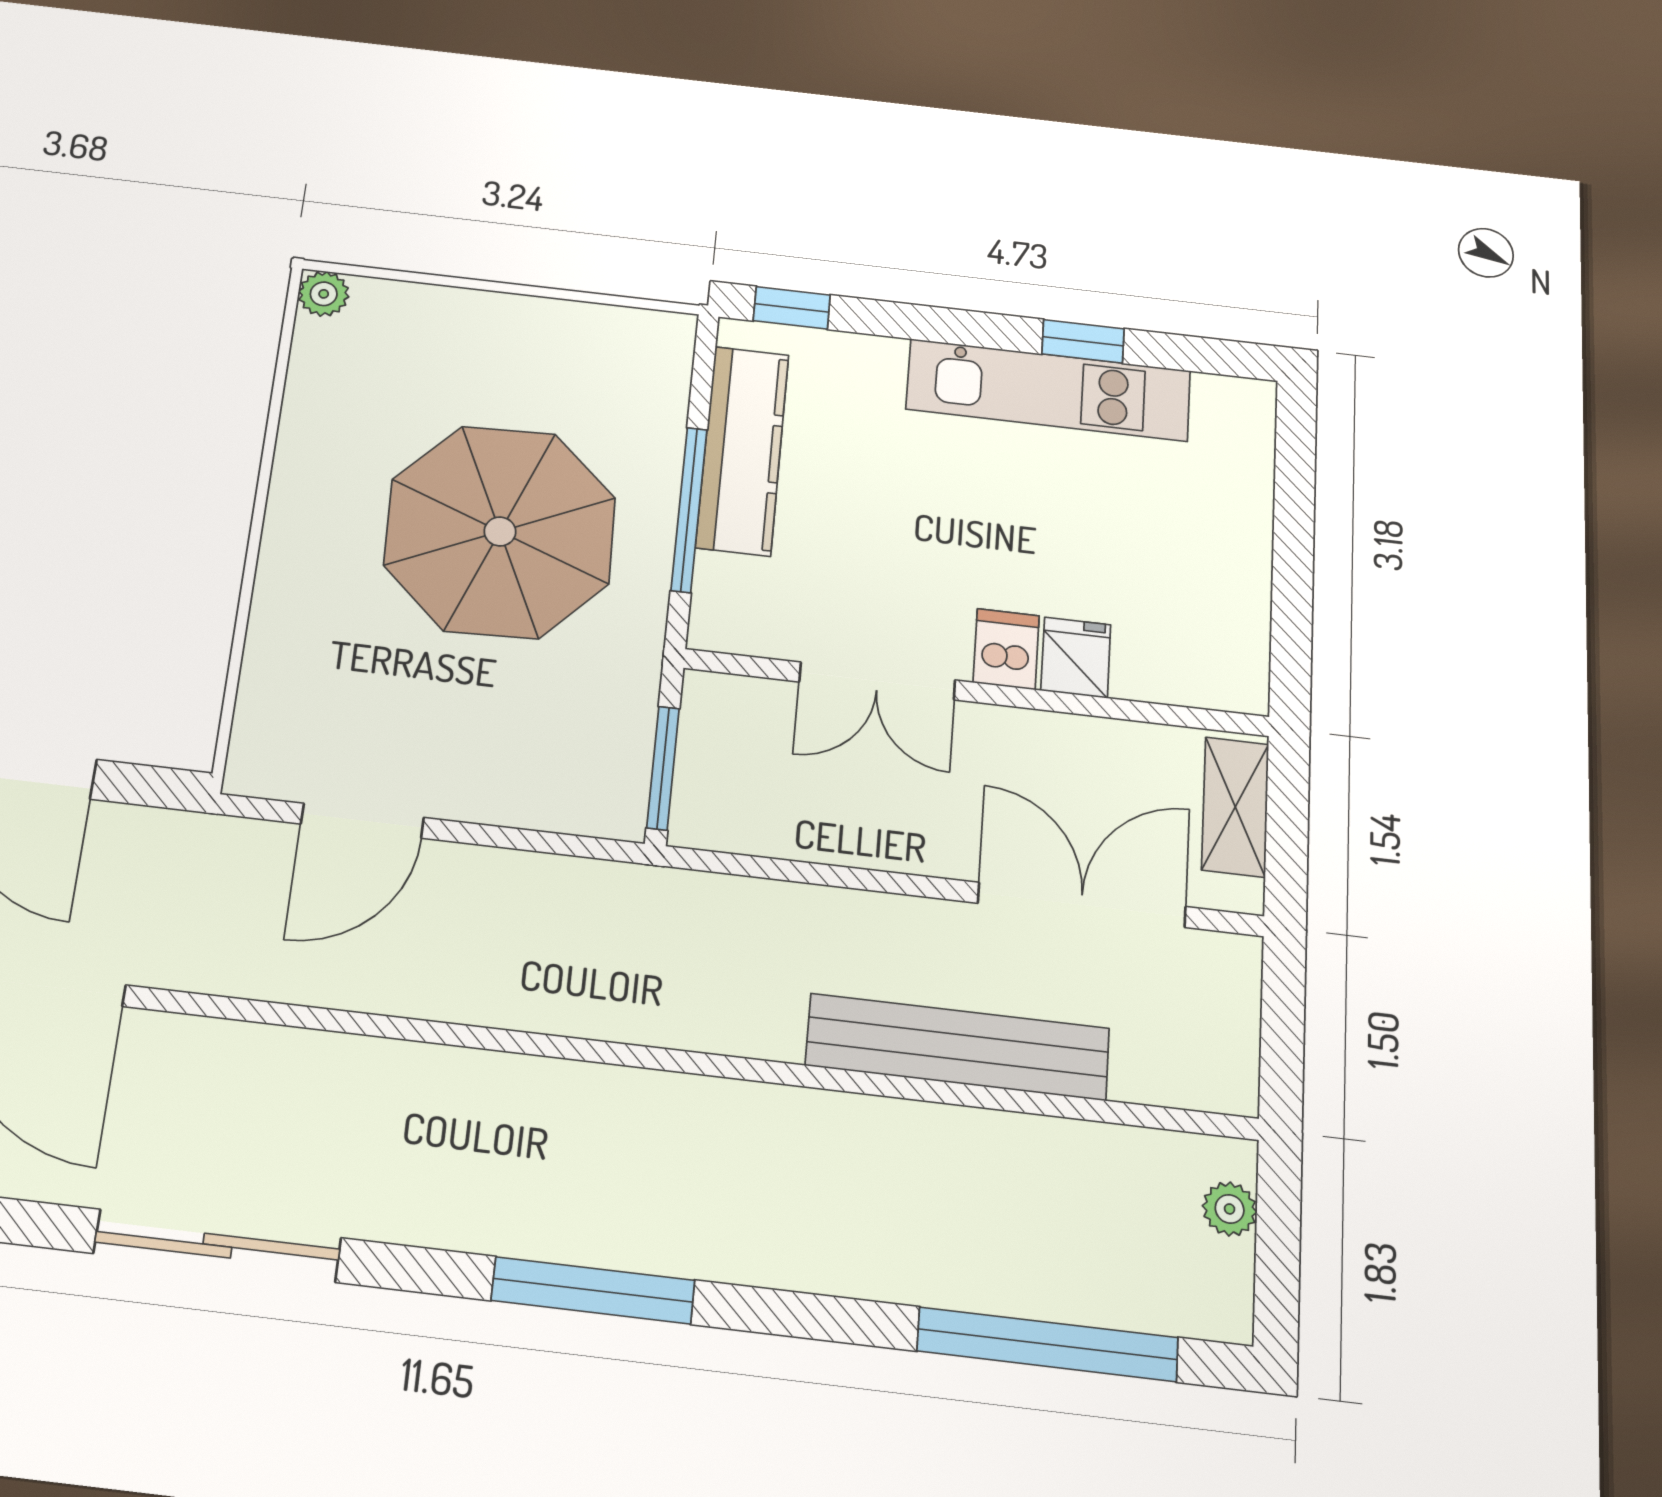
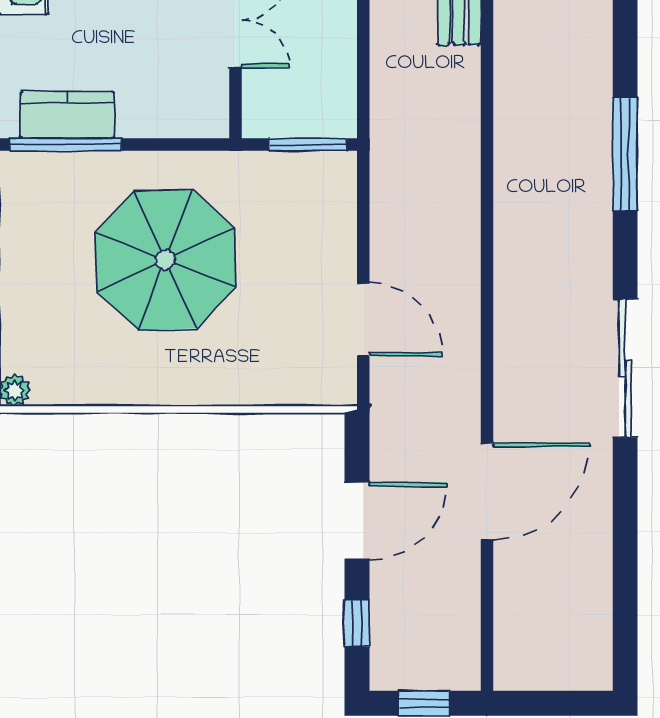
kitchen counter: (742, 450) -> (67, 115), width x0.67
window: (689, 509) -> (66, 145), moved

